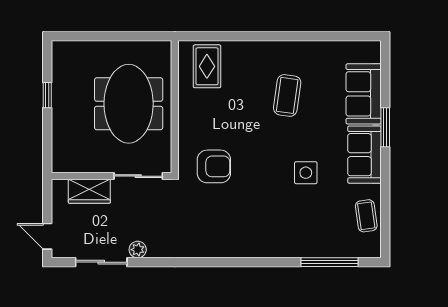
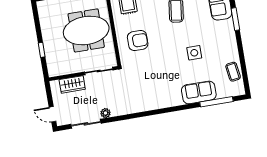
window: (47, 95) -> (42, 50), moved
meeting table: (129, 104) -> (86, 31), turned 90
sofa: (364, 155) -> (199, 92), moved, turned 90
armchair: (214, 166) -> (138, 41), moved

